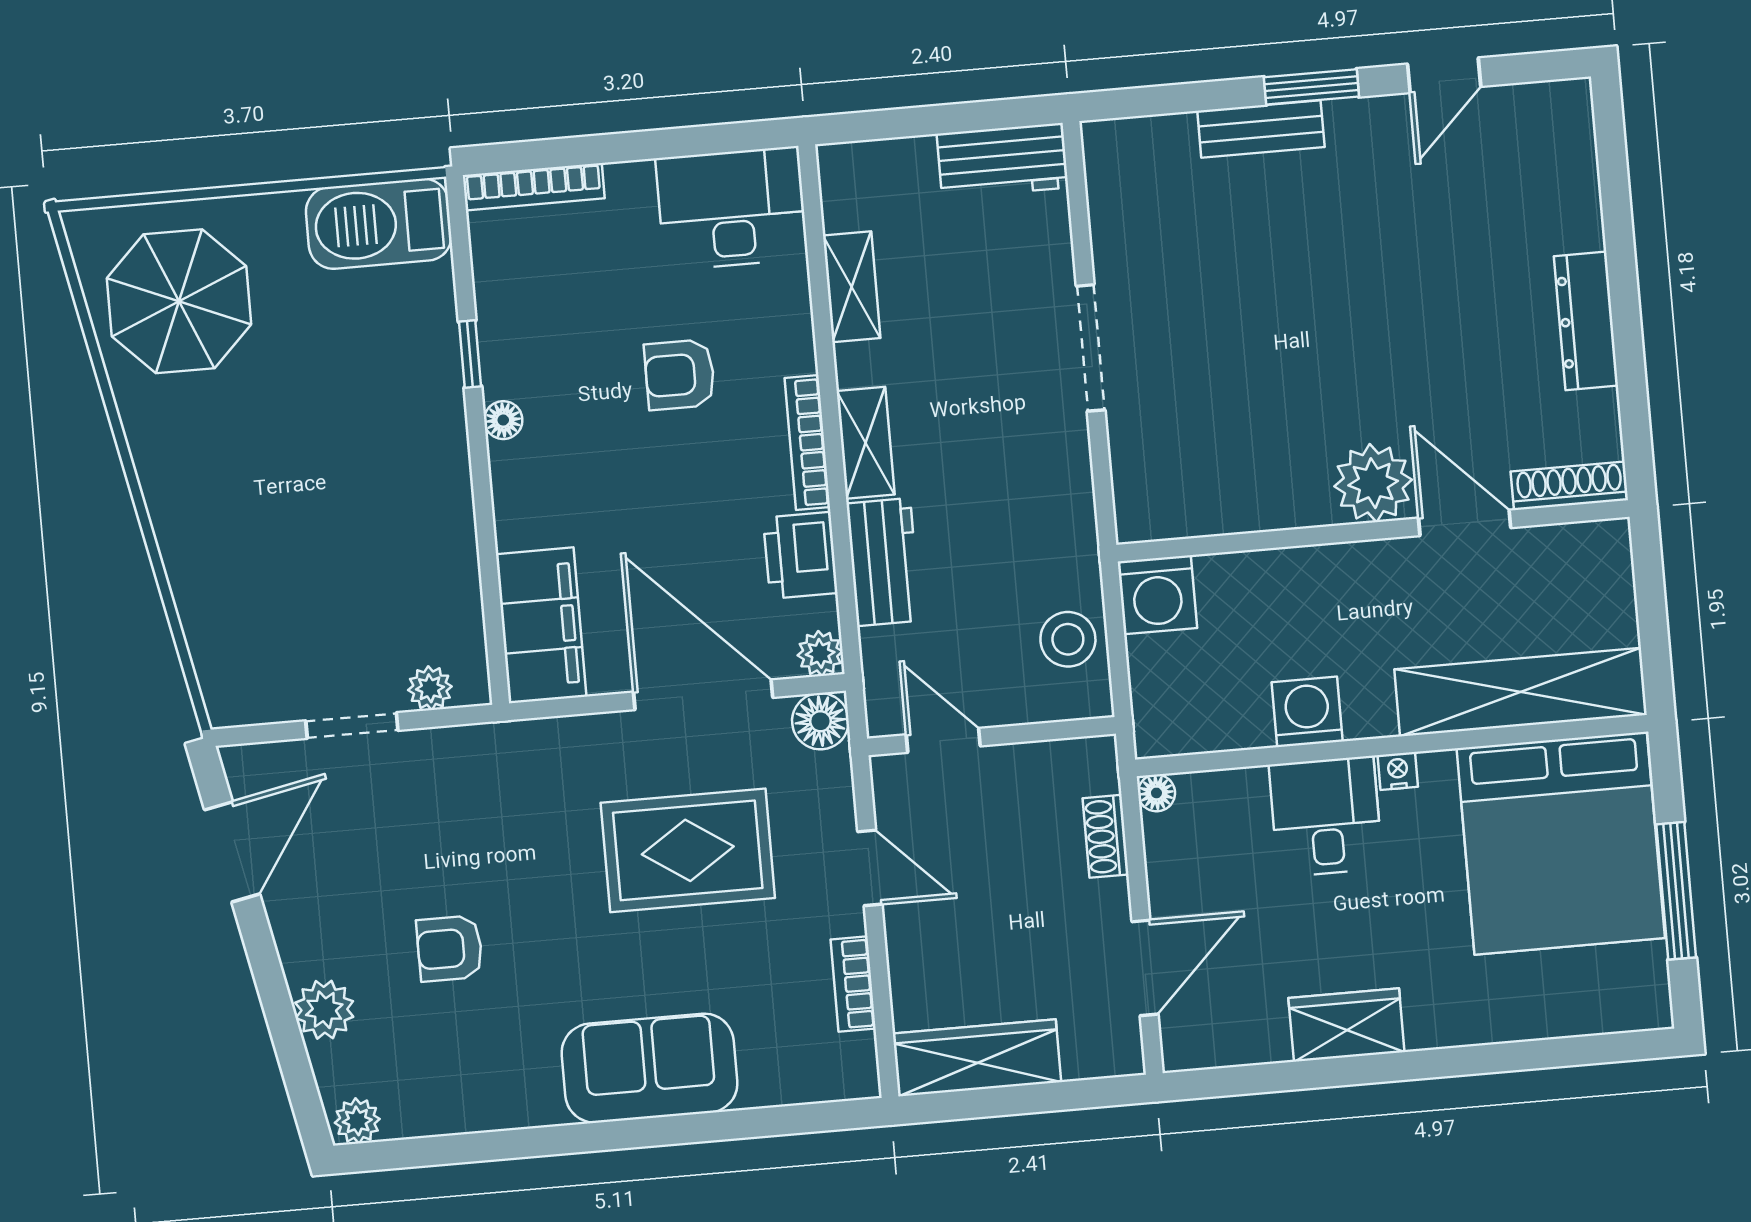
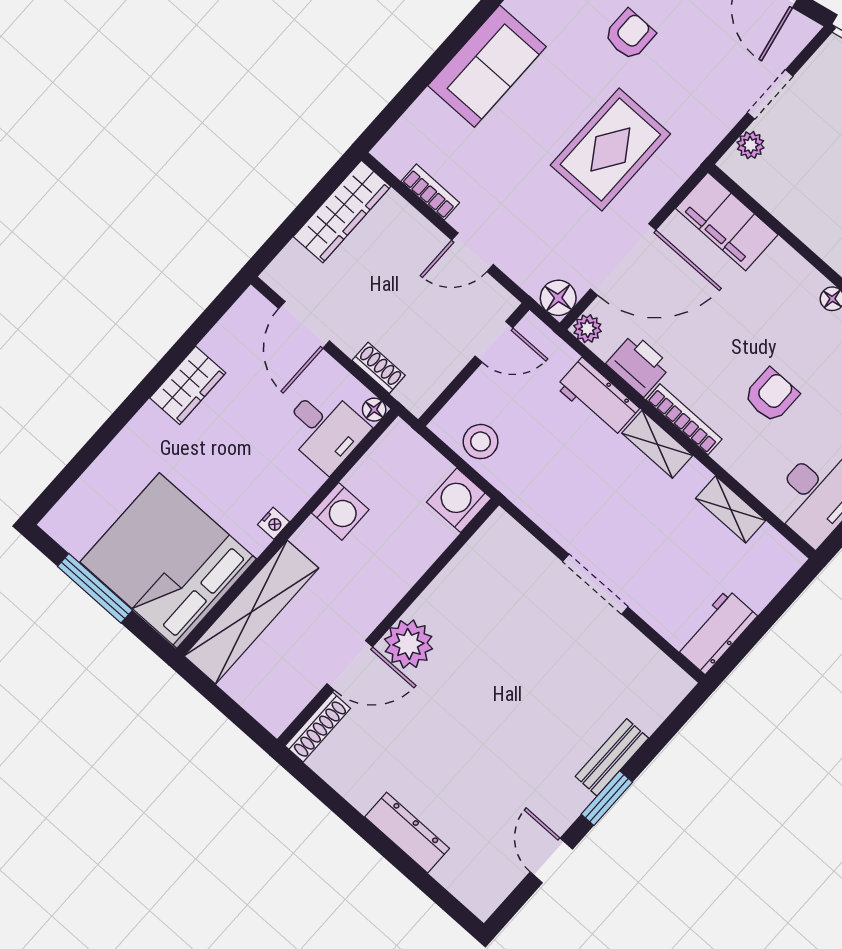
dresser: (1586, 321) -> (407, 833), moved
desk: (1326, 816) -> (325, 429), moved
rug: (688, 850) -> (610, 150), moved

